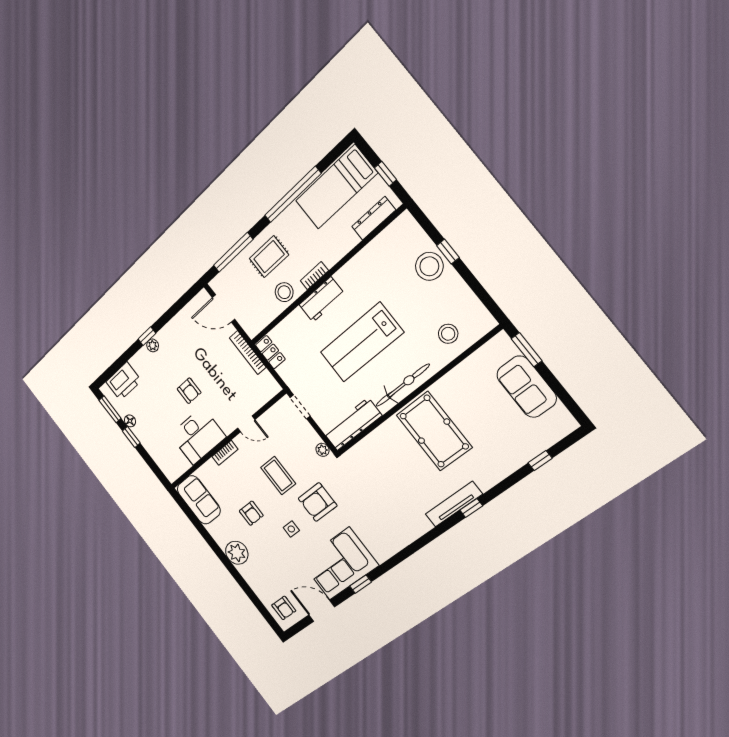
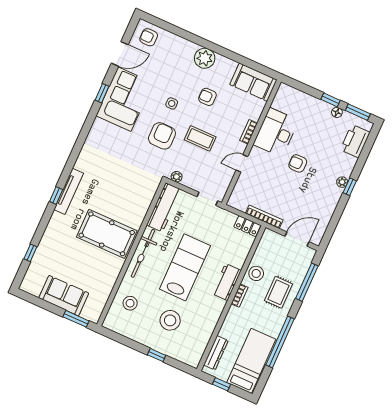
stool: (429, 266) -> (170, 320), moved

